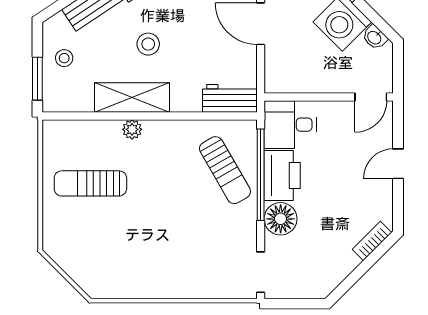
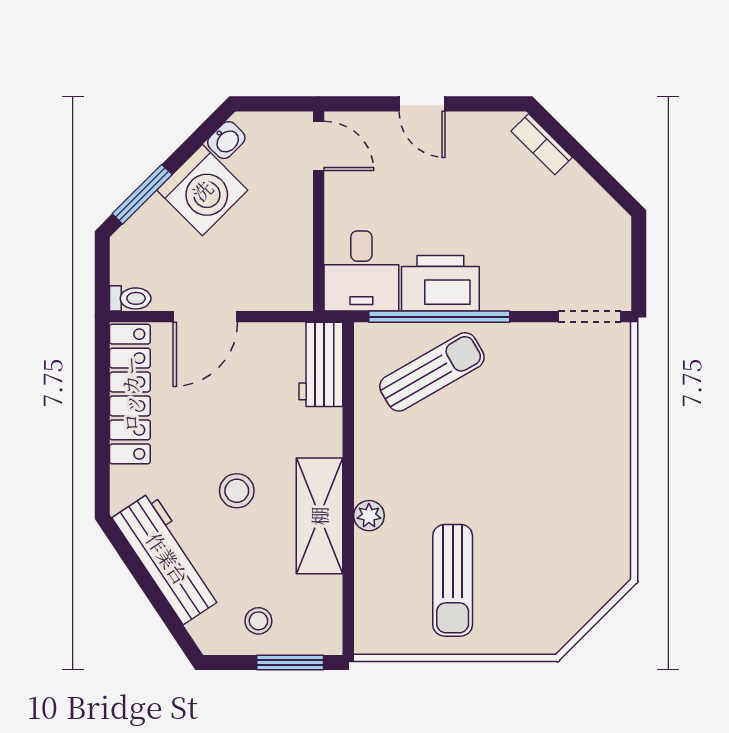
floor lamp: (281, 219) -> (507, 286), removed

